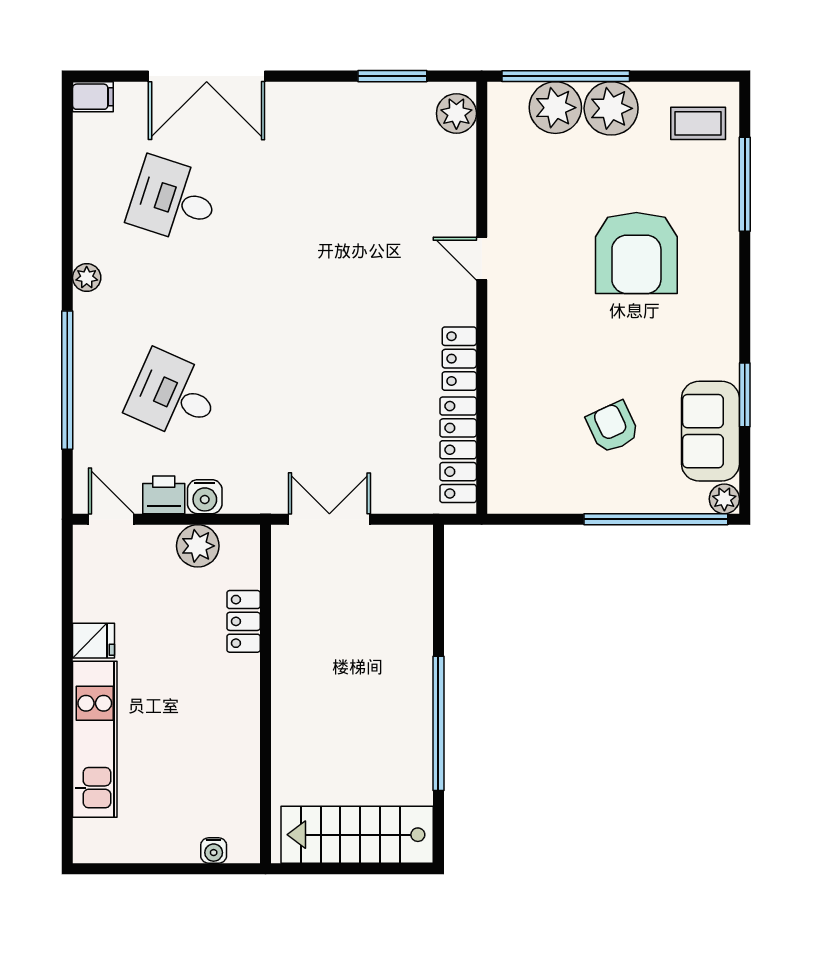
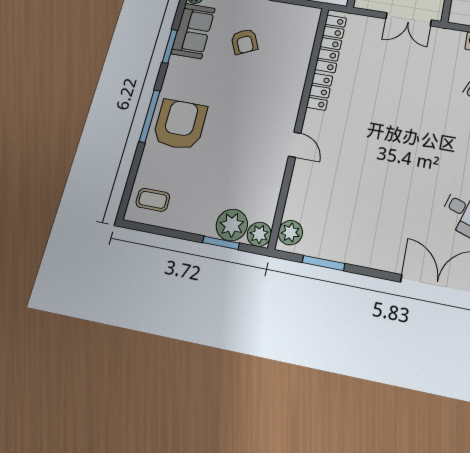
window: (566, 76) -> (221, 243), width x0.47
plant: (611, 108) -> (259, 234), moved, width x0.73, depth x0.73
window: (745, 184) -> (150, 116), moved
armchair: (636, 253) -> (180, 125), moved

